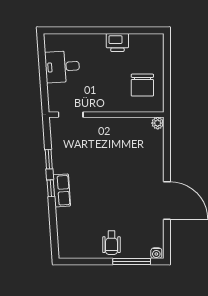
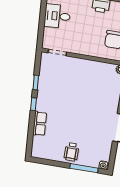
row of seats: (62, 190) -> (40, 124), moved

